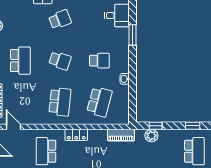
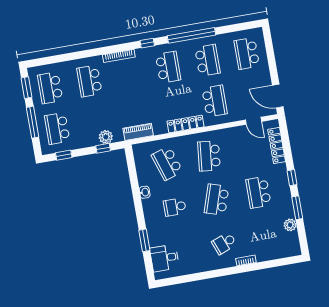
school desk: (60, 61) -> (217, 200), width x1.85
school desk: (99, 102) -> (167, 163), turned -33
locker: (76, 135) -> (186, 124), width x1.53

